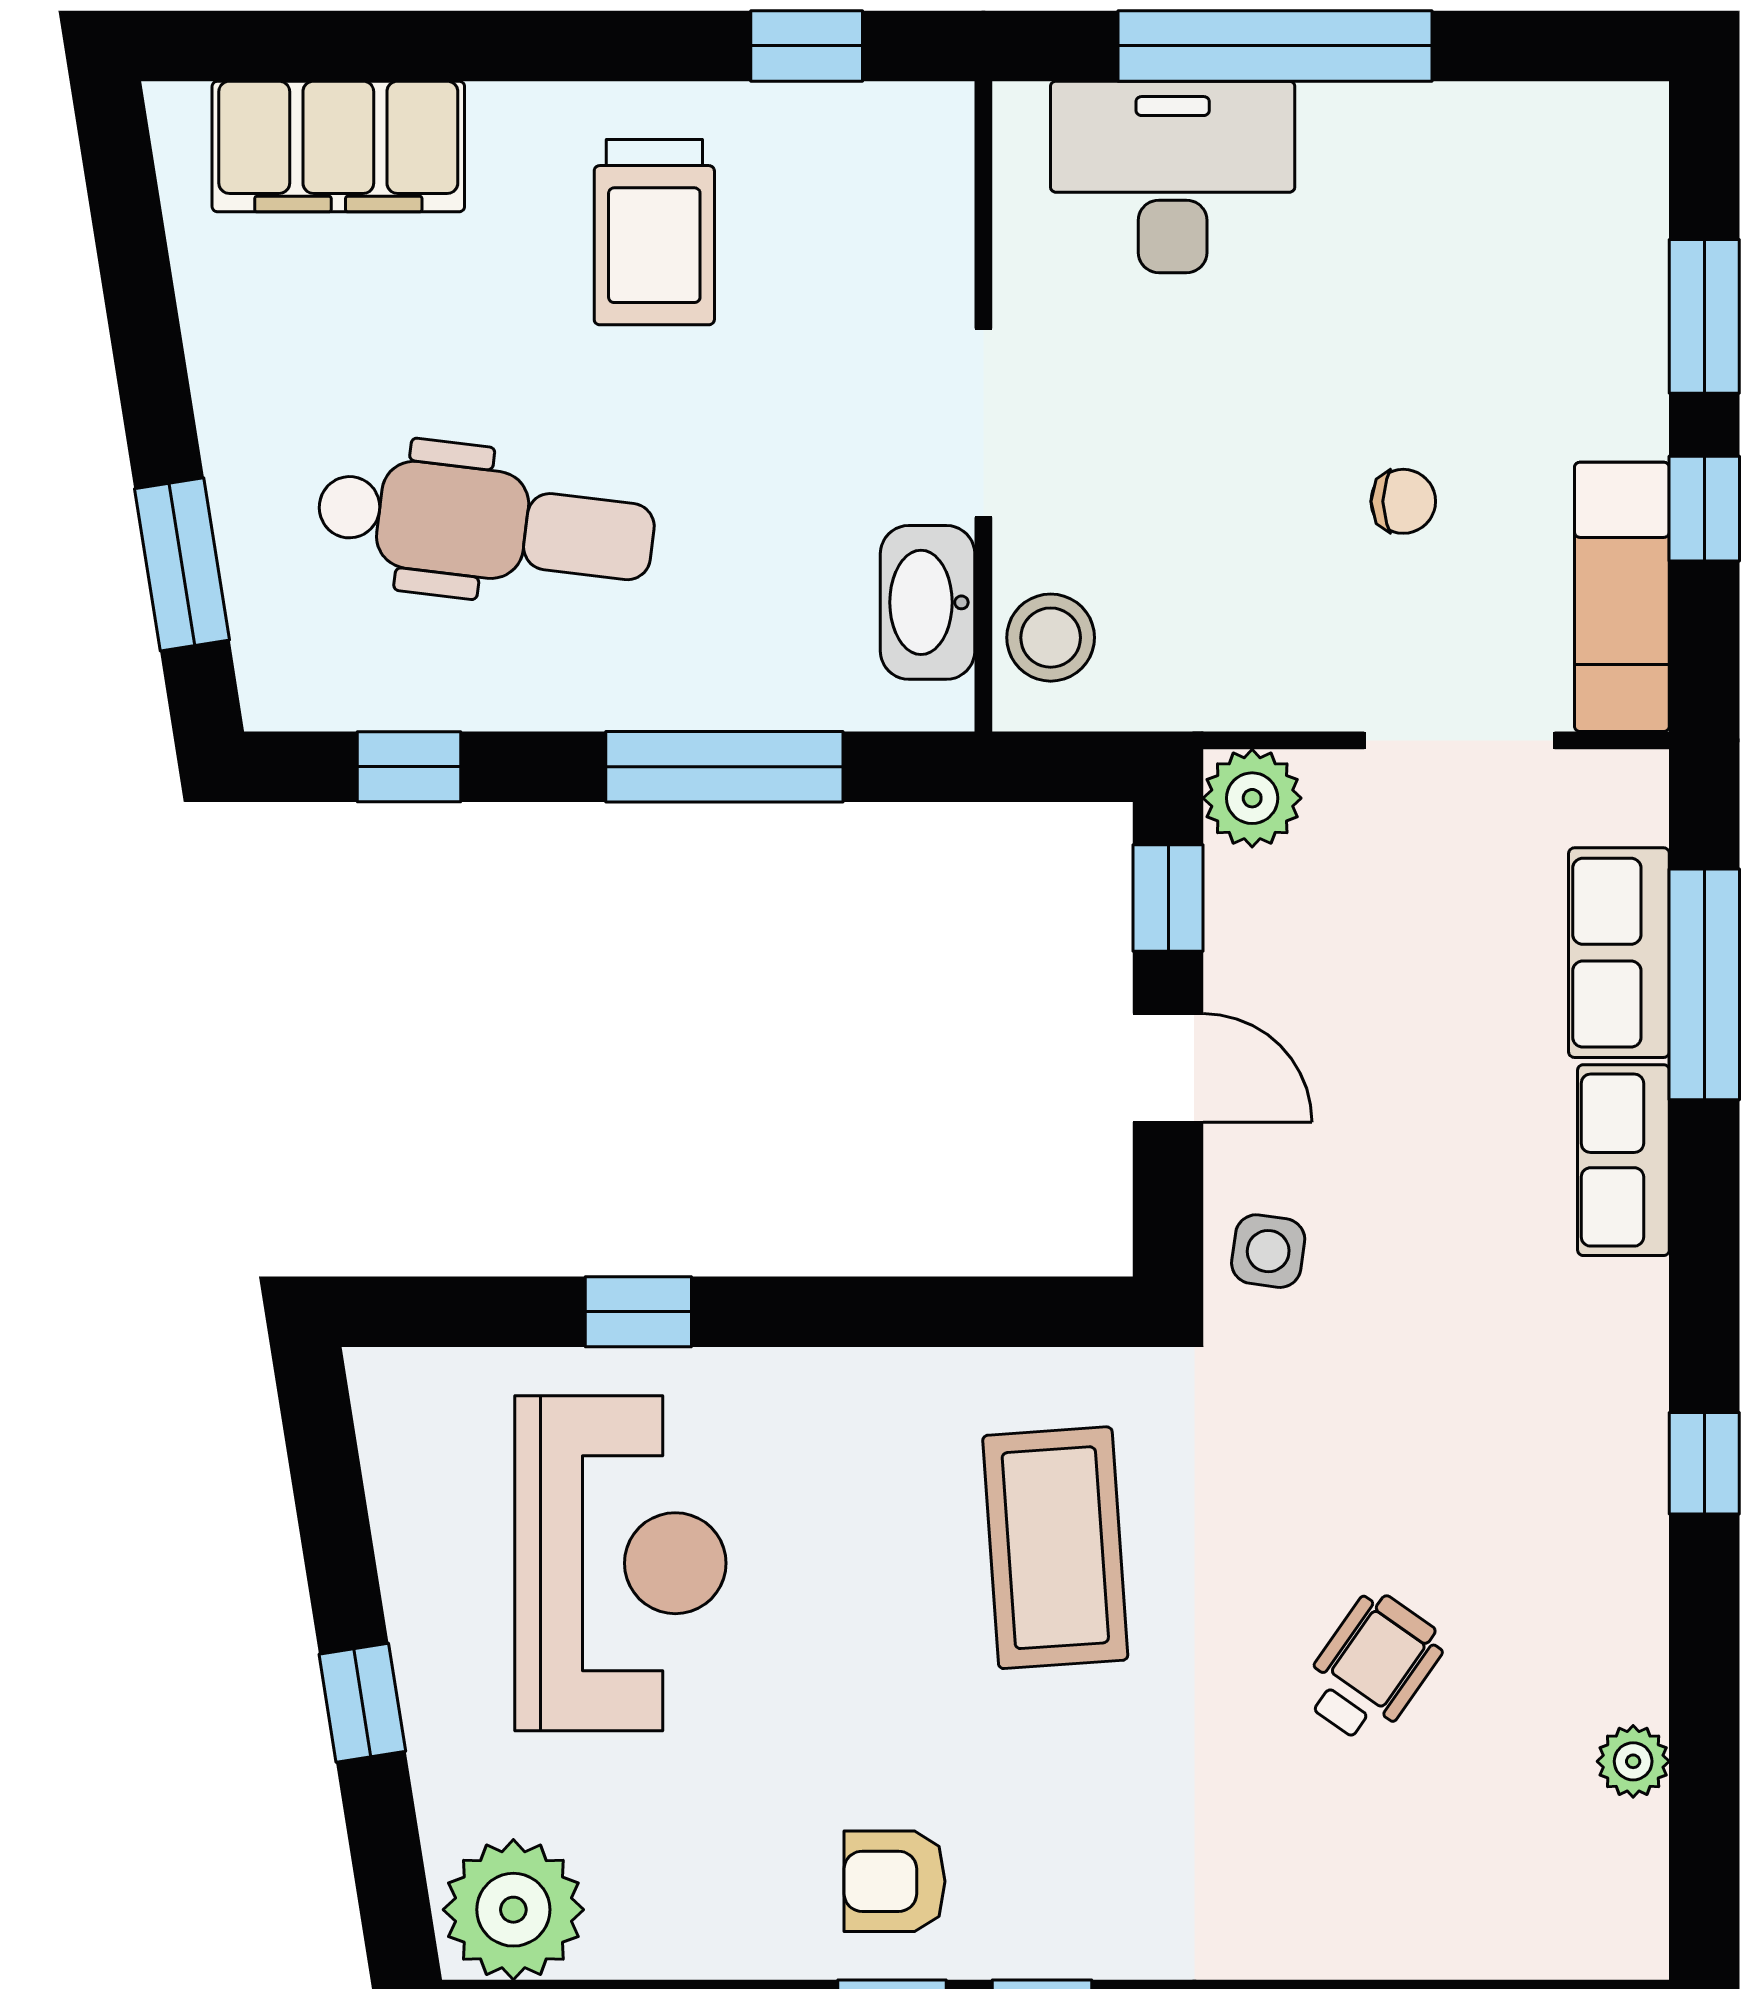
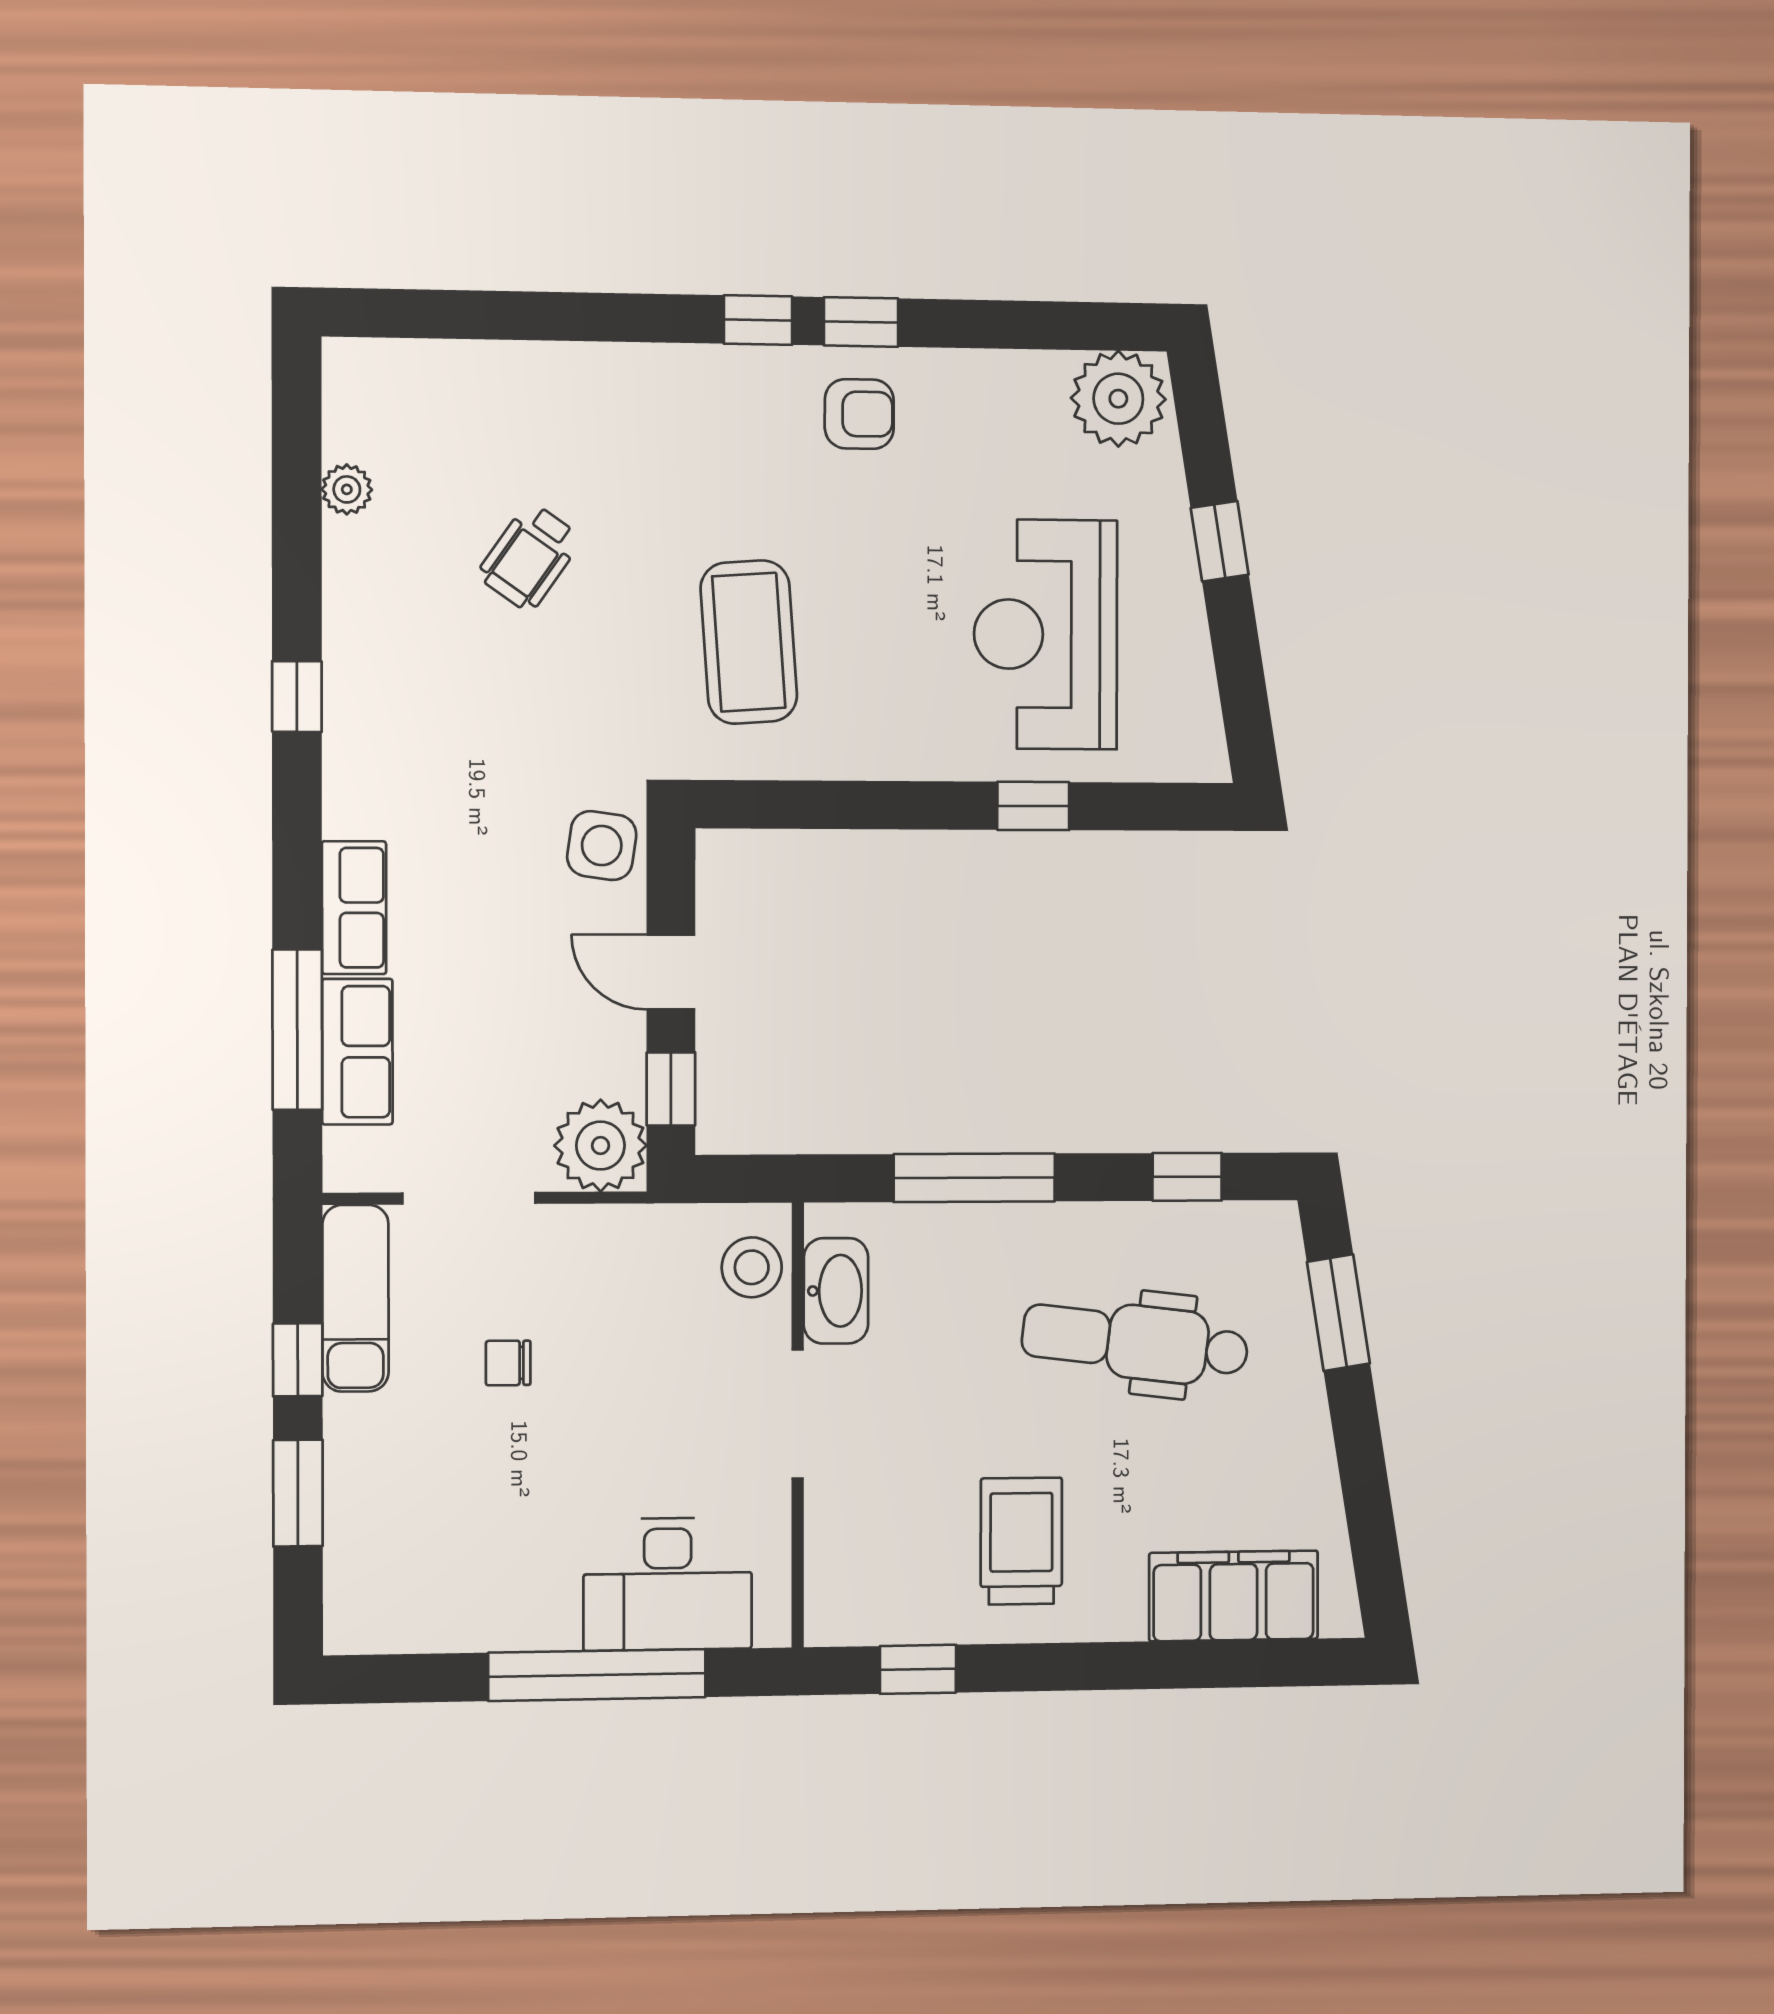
plant: (1252, 798) -> (601, 1146), width x1.36, depth x1.36
side table: (1268, 1251) -> (602, 846), width x1.37, depth x1.37

